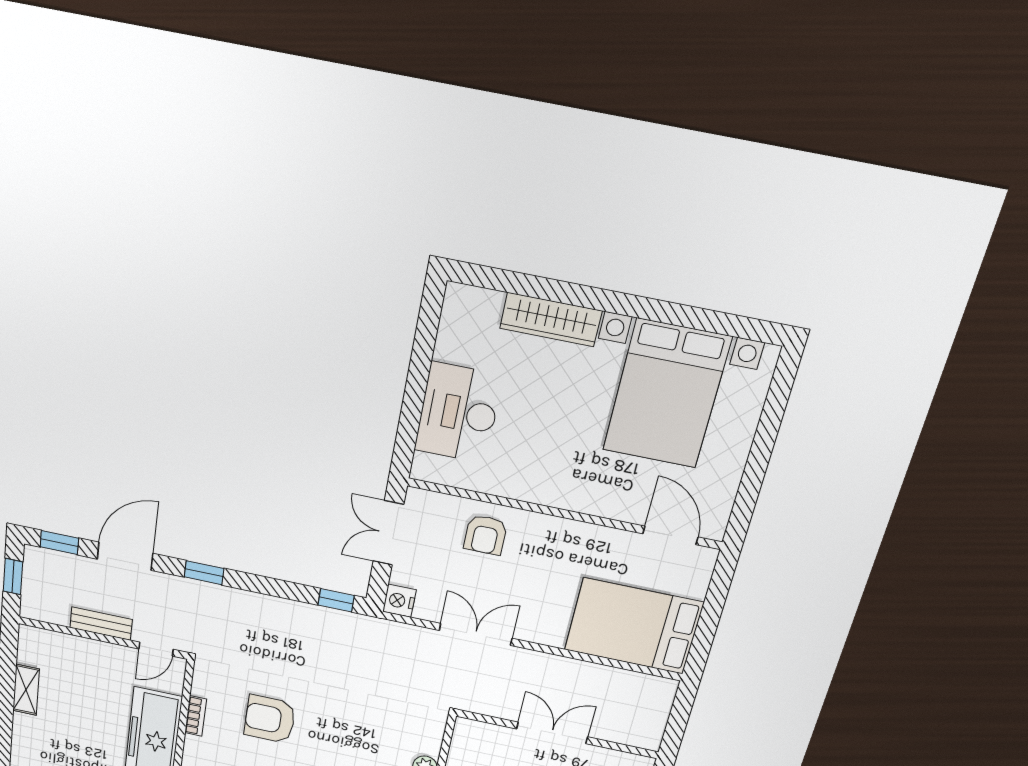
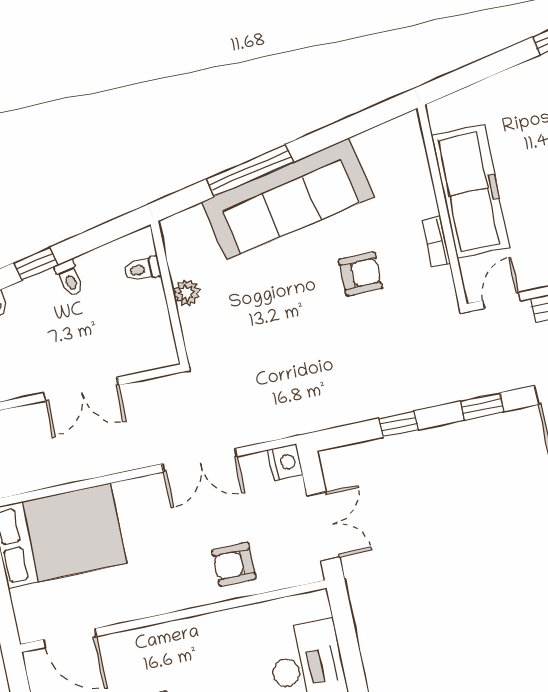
armchair: (485, 535) -> (234, 564), turned -90
window: (336, 600) -> (399, 424), moved
armchair: (270, 719) -> (361, 274), width x0.72, depth x0.72

